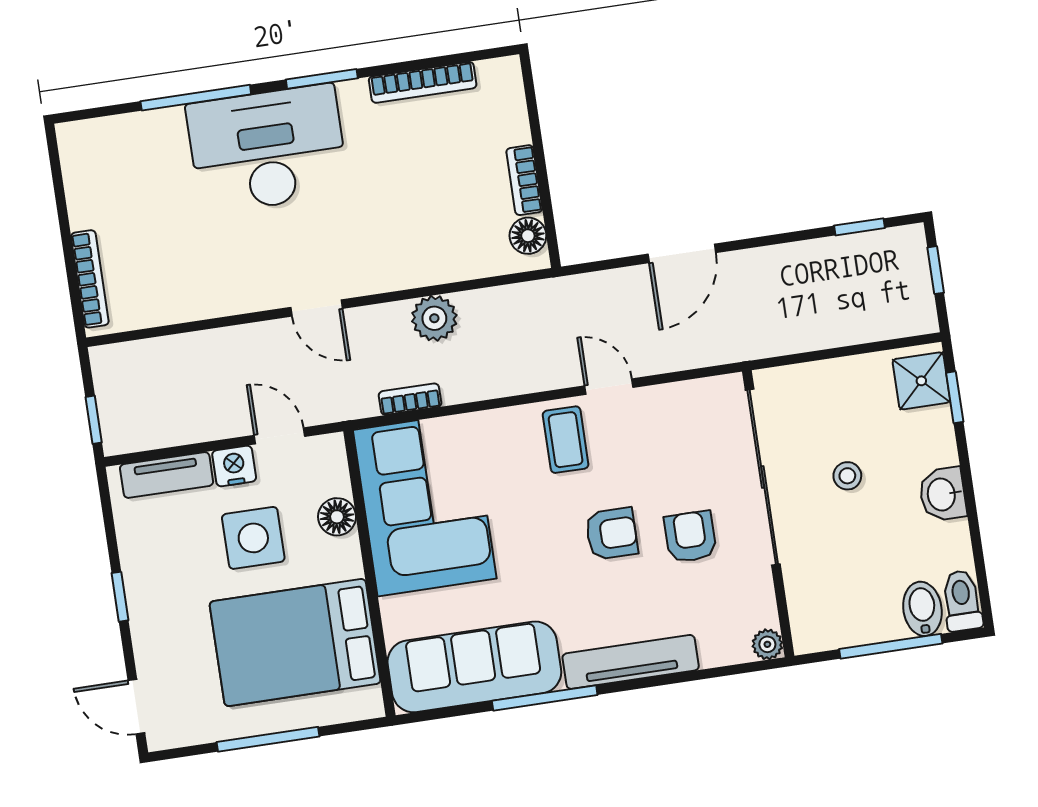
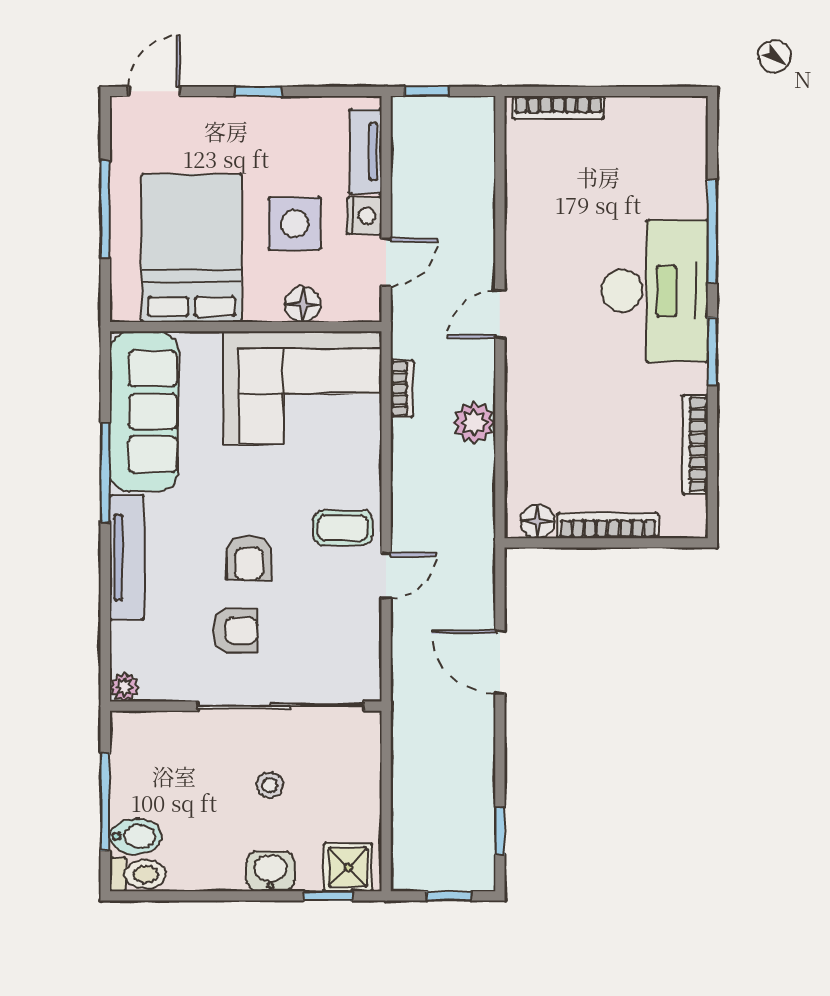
bookcase: (524, 180) -> (608, 526), width x1.56
washbasin: (943, 494) -> (271, 871), moved

